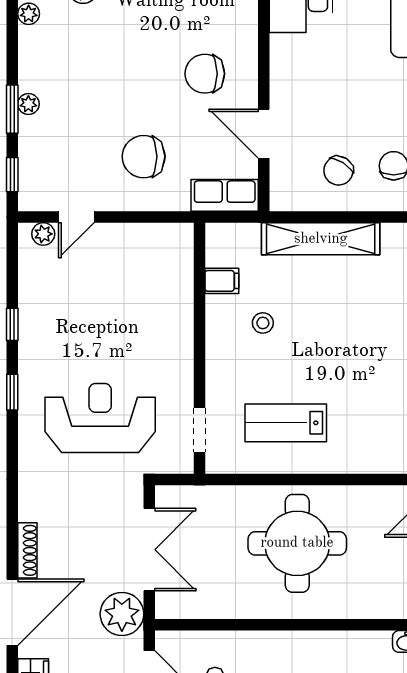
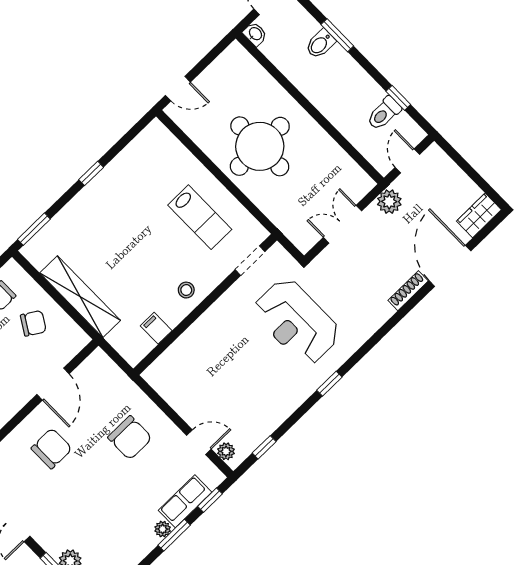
chair: (205, 74) -> (52, 449), turned -90
row of seats: (225, 195) -> (185, 501), moved, turned 90
stool: (263, 323) -> (186, 290), moved
window: (12, 324) -> (264, 447), moved
double door: (149, 550) -> (343, 224), width x0.73
door: (12, 612) -> (450, 266), hinge flipped
plant: (122, 614) -> (389, 202), width x0.73, depth x0.73

